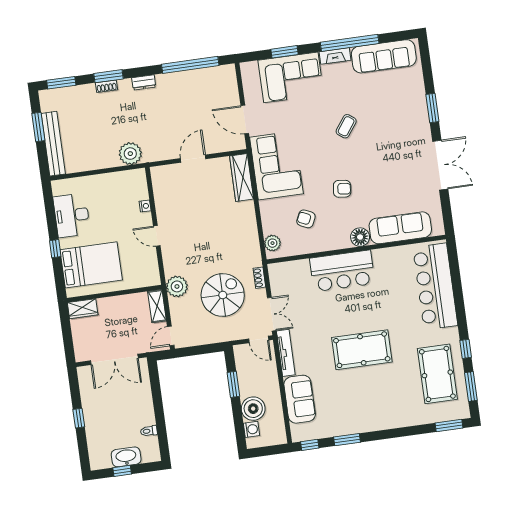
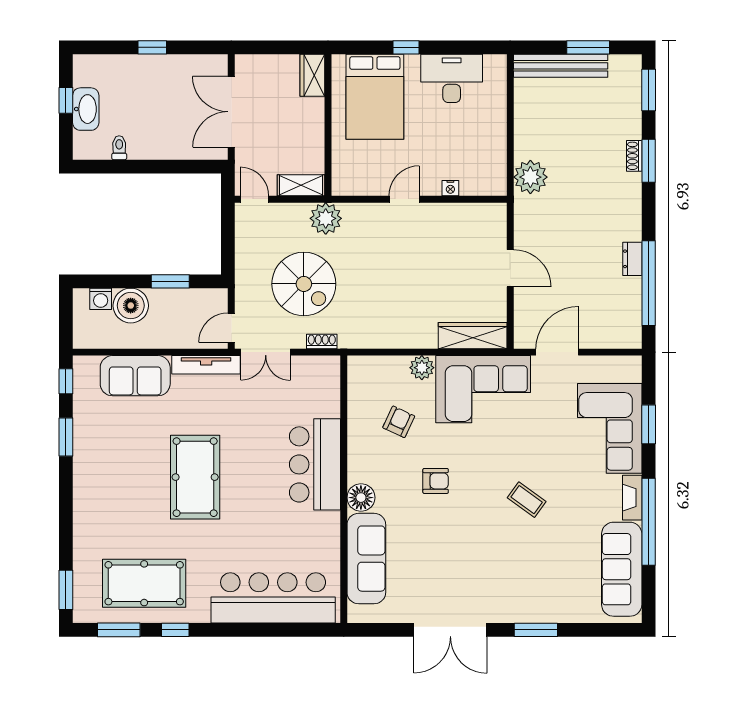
dresser: (144, 82) -> (632, 259), moved
armchair: (342, 189) -> (436, 481), turned -97
plant: (272, 243) -> (422, 368), moved

